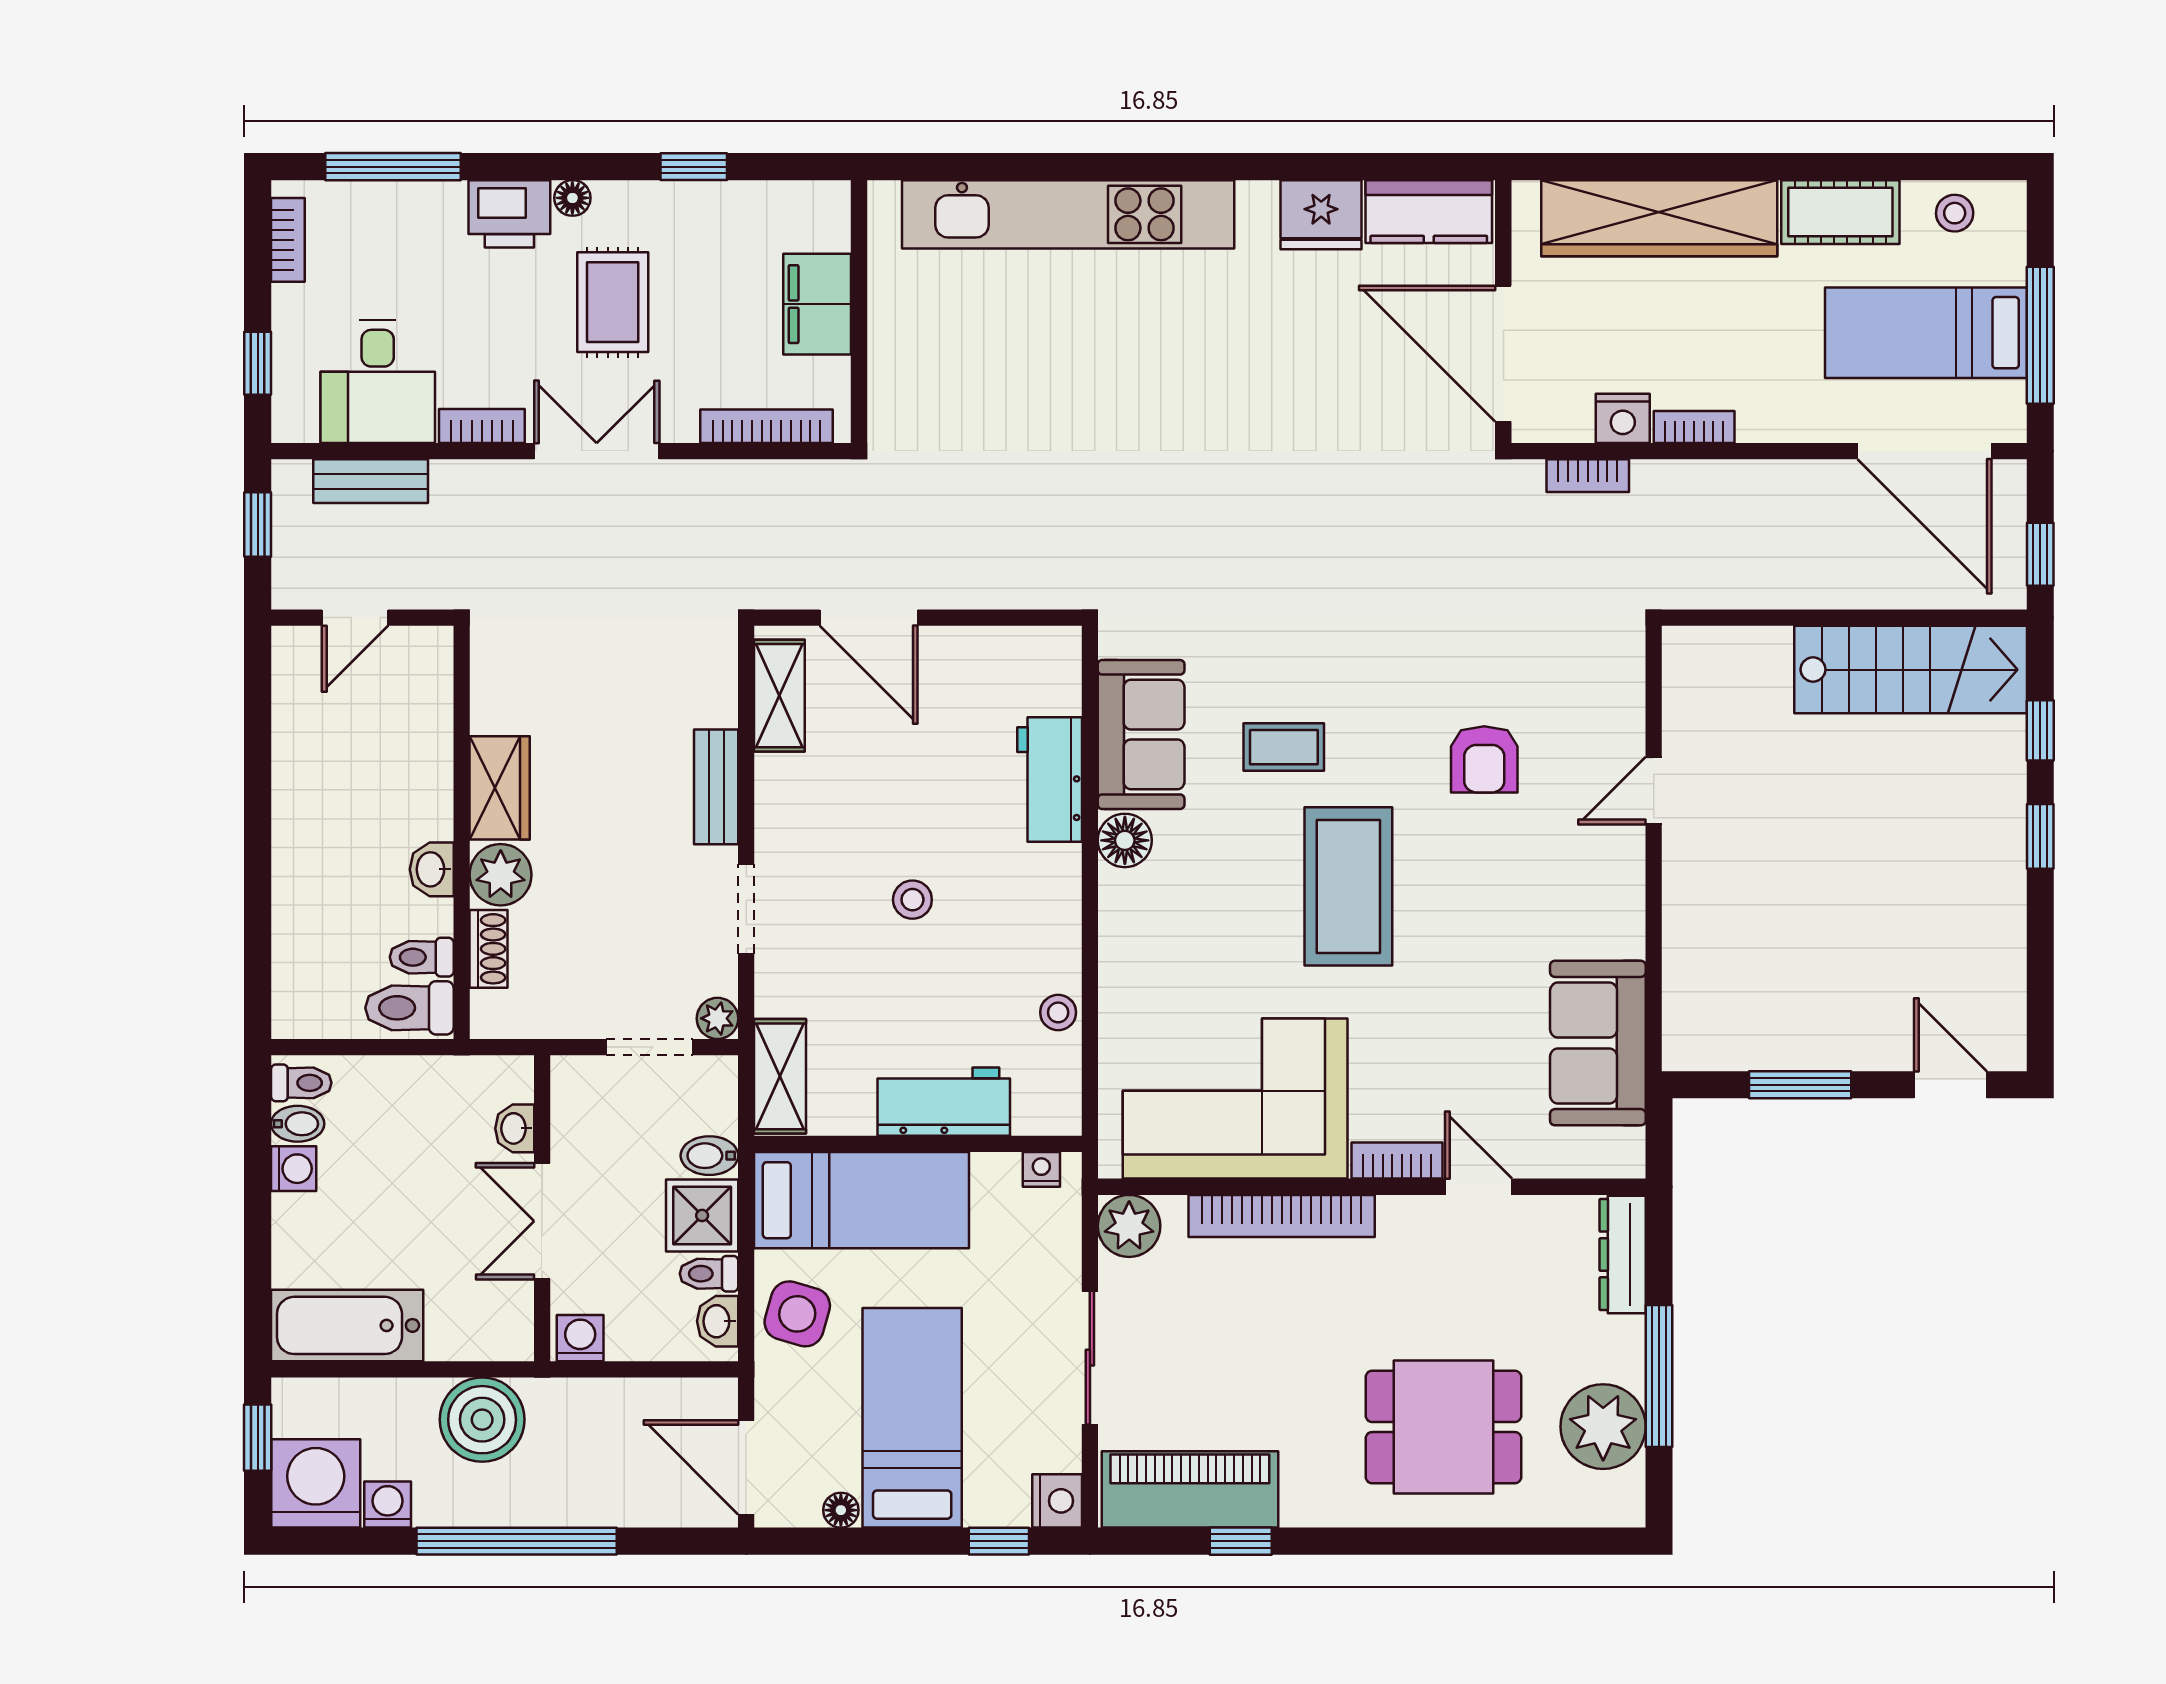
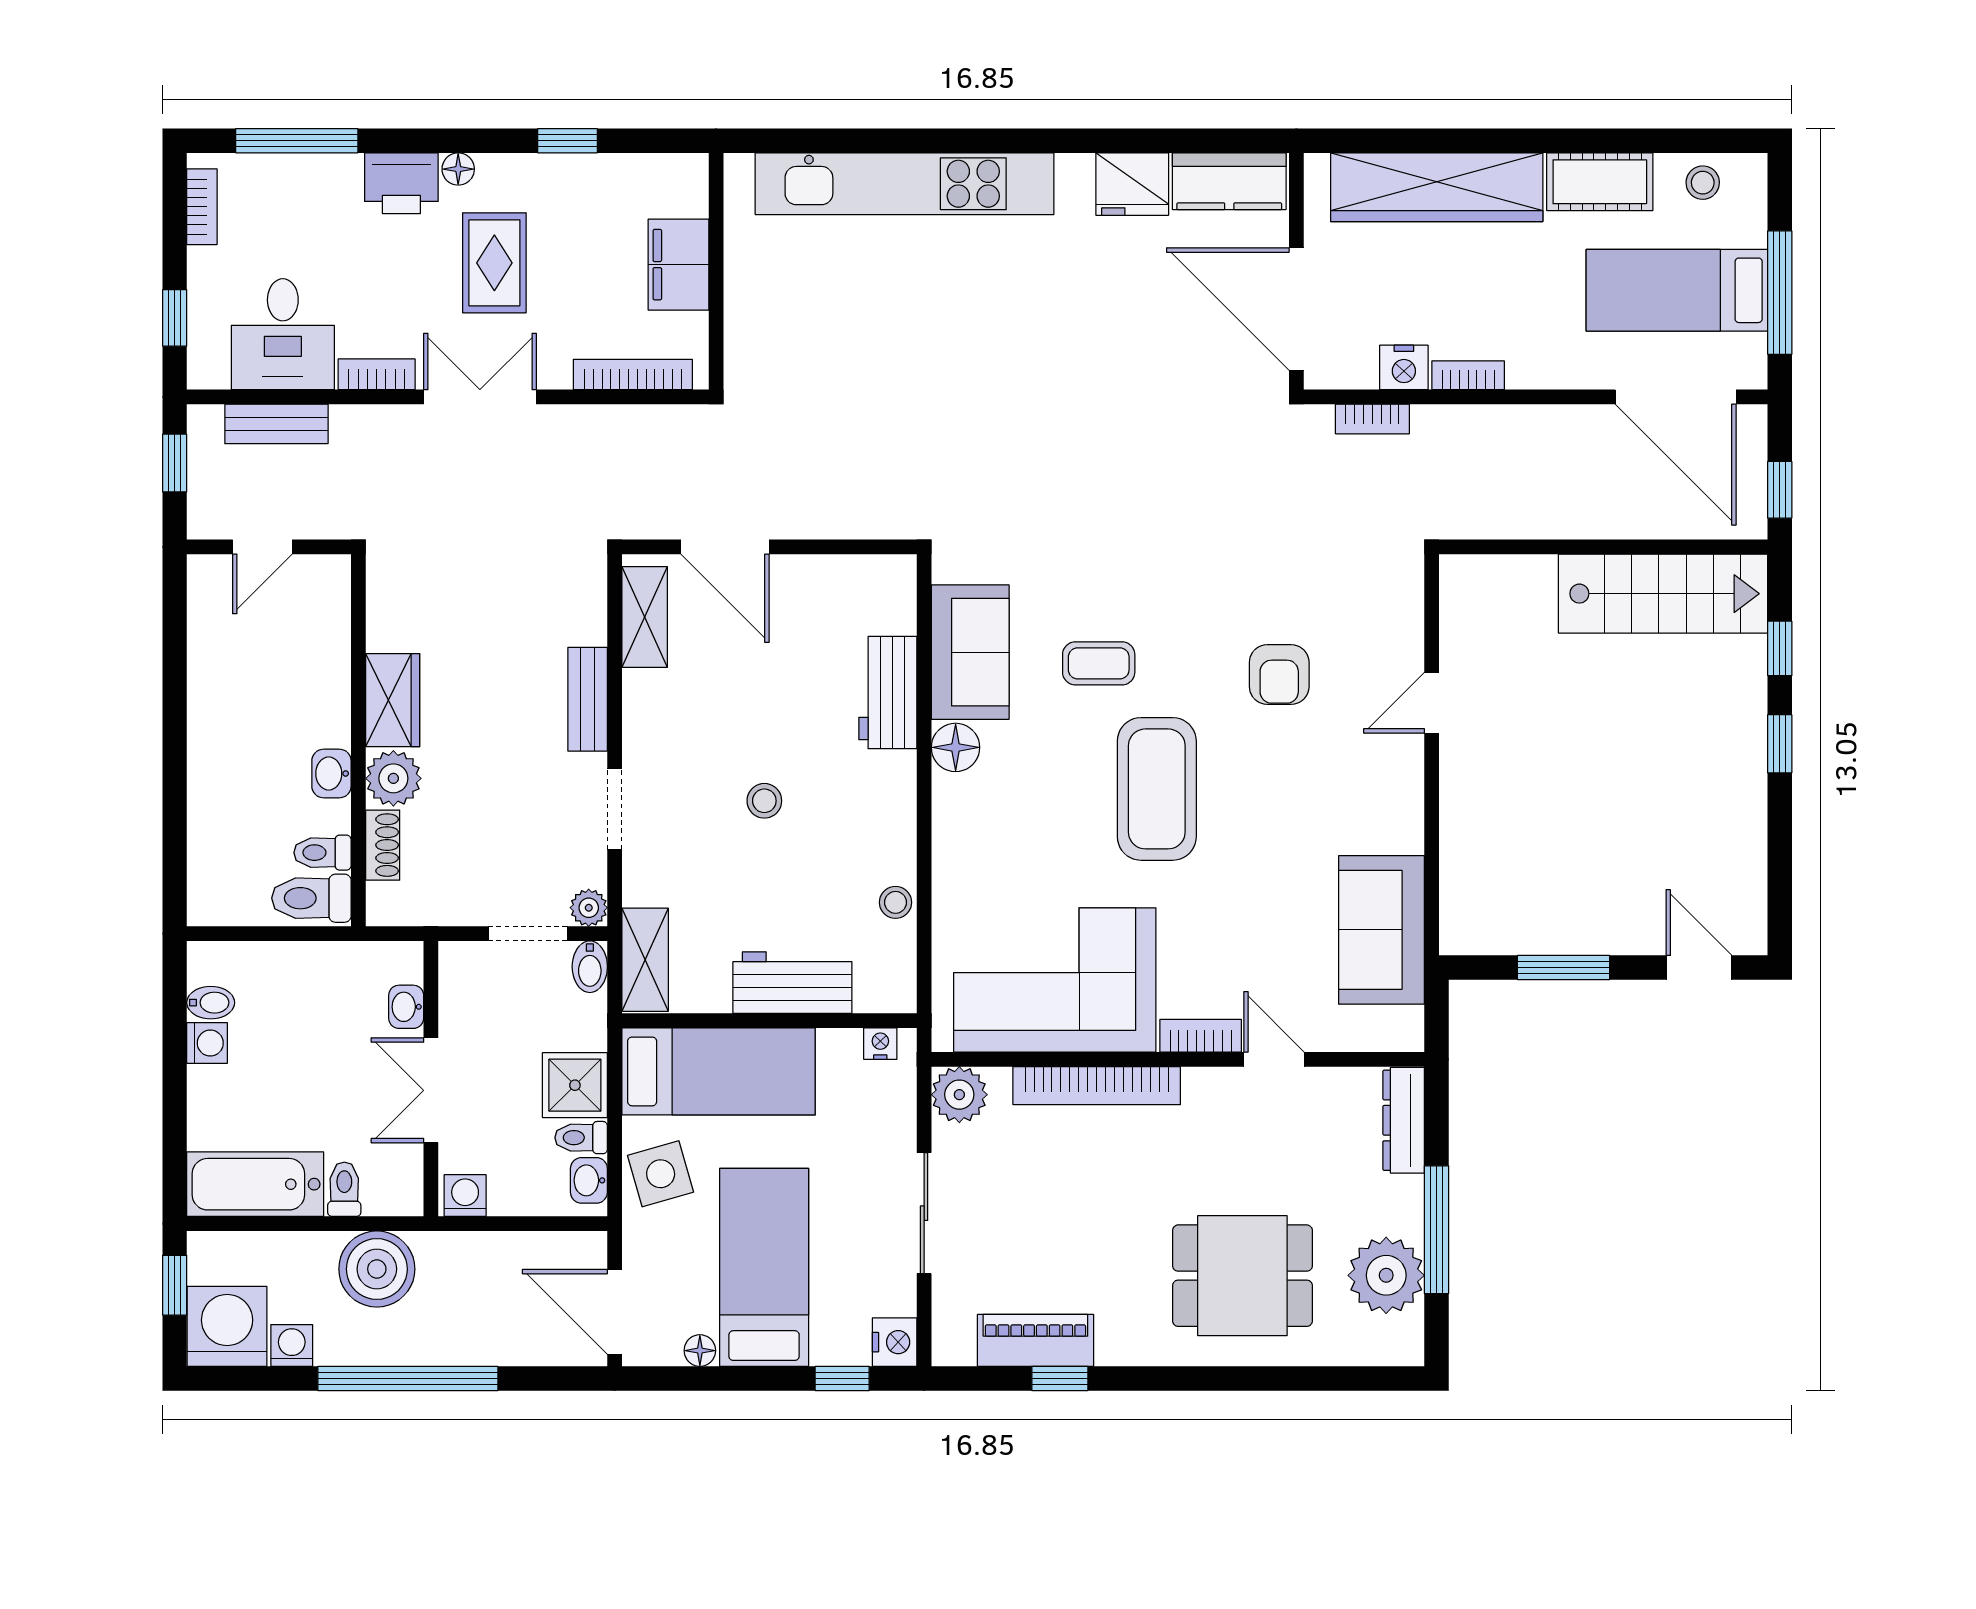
toilet: (301, 1083) -> (344, 1189), moved, turned -90
bidet: (709, 1156) -> (590, 967), moved, turned -90
side table: (797, 1314) -> (661, 1174), turned -32
piano: (1190, 1489) -> (1035, 1340), width x0.73, depth x0.75

